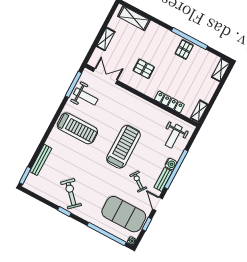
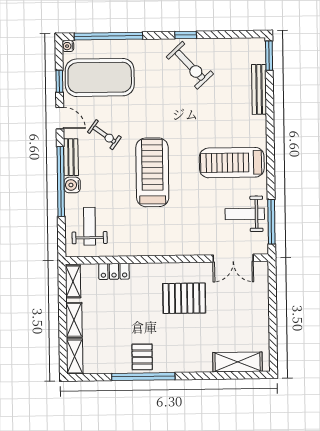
shelving: (106, 39) -> (74, 320), moved
pallet: (144, 69) -> (184, 298), width x1.50, depth x1.42
locker: (169, 102) -> (114, 271), width x0.66
treadmill: (123, 147) -> (152, 172), turned 180

